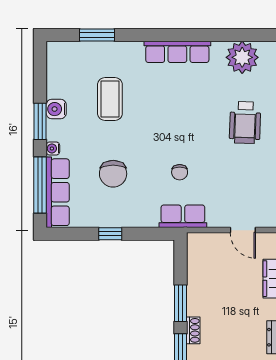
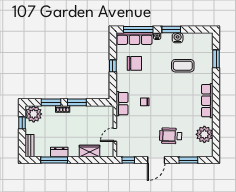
chair: (113, 174) -> (134, 63), moved, turned 180

